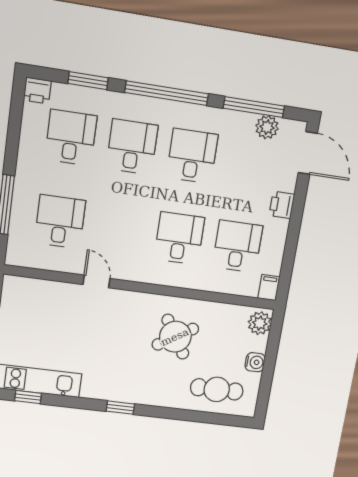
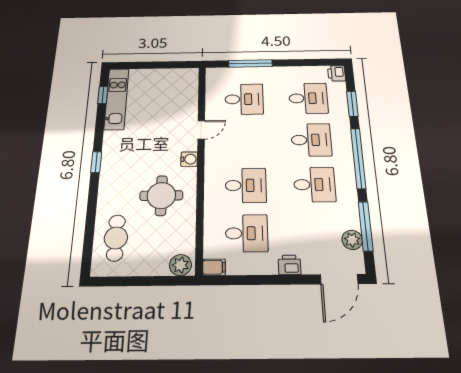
round table: (175, 337) -> (161, 196), turned 32
water cooler: (255, 362) -> (189, 159), moved, turned -90

